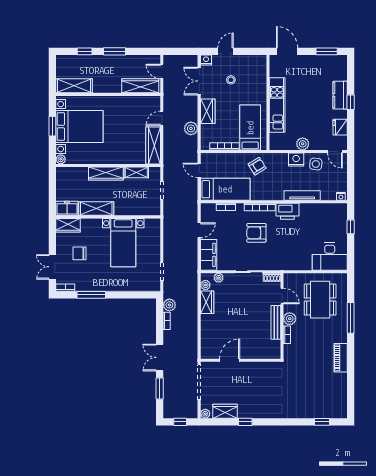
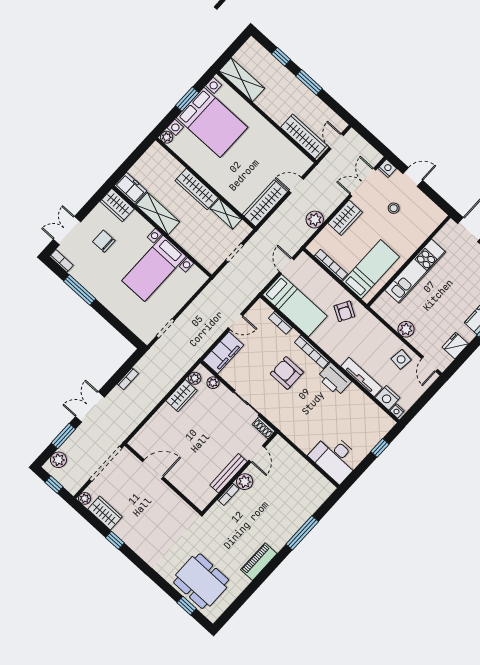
nightstand: (296, 160) -> (388, 398), moved, turned 180
armchair: (257, 166) -> (344, 311), turned 62
dining table: (320, 300) -> (201, 581), moved, turned 90
plant: (169, 305) -> (58, 460), moved

